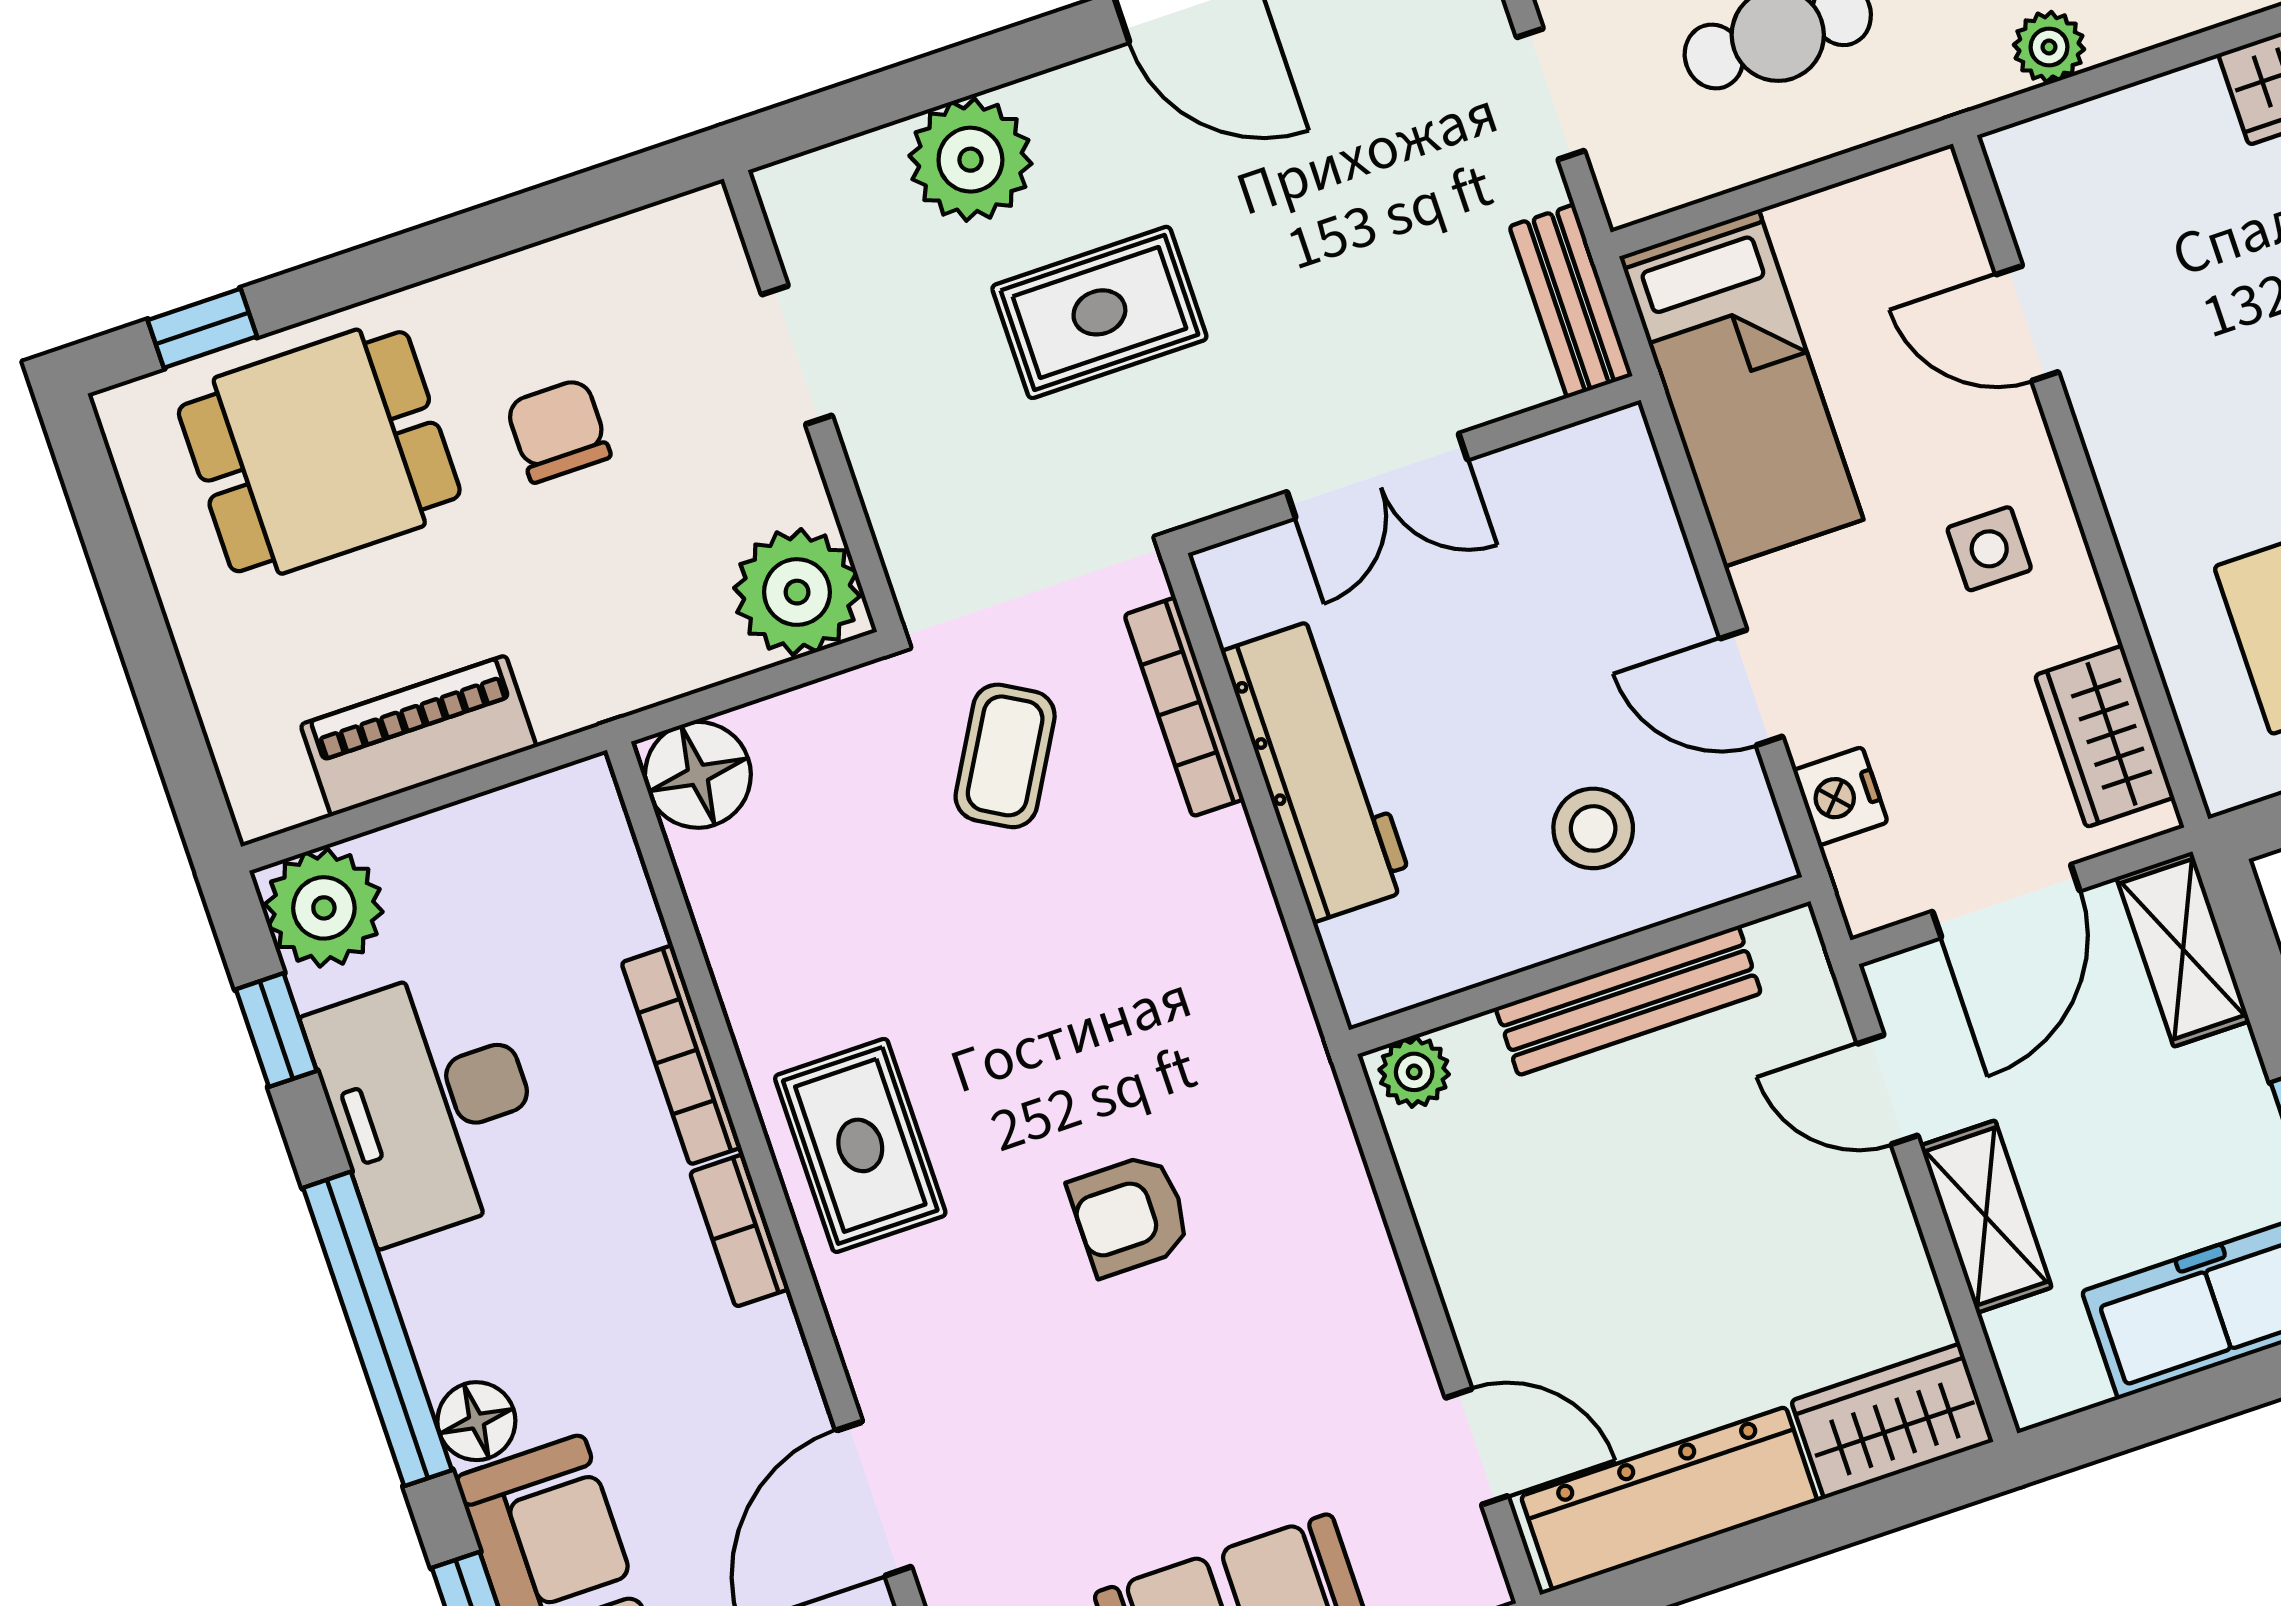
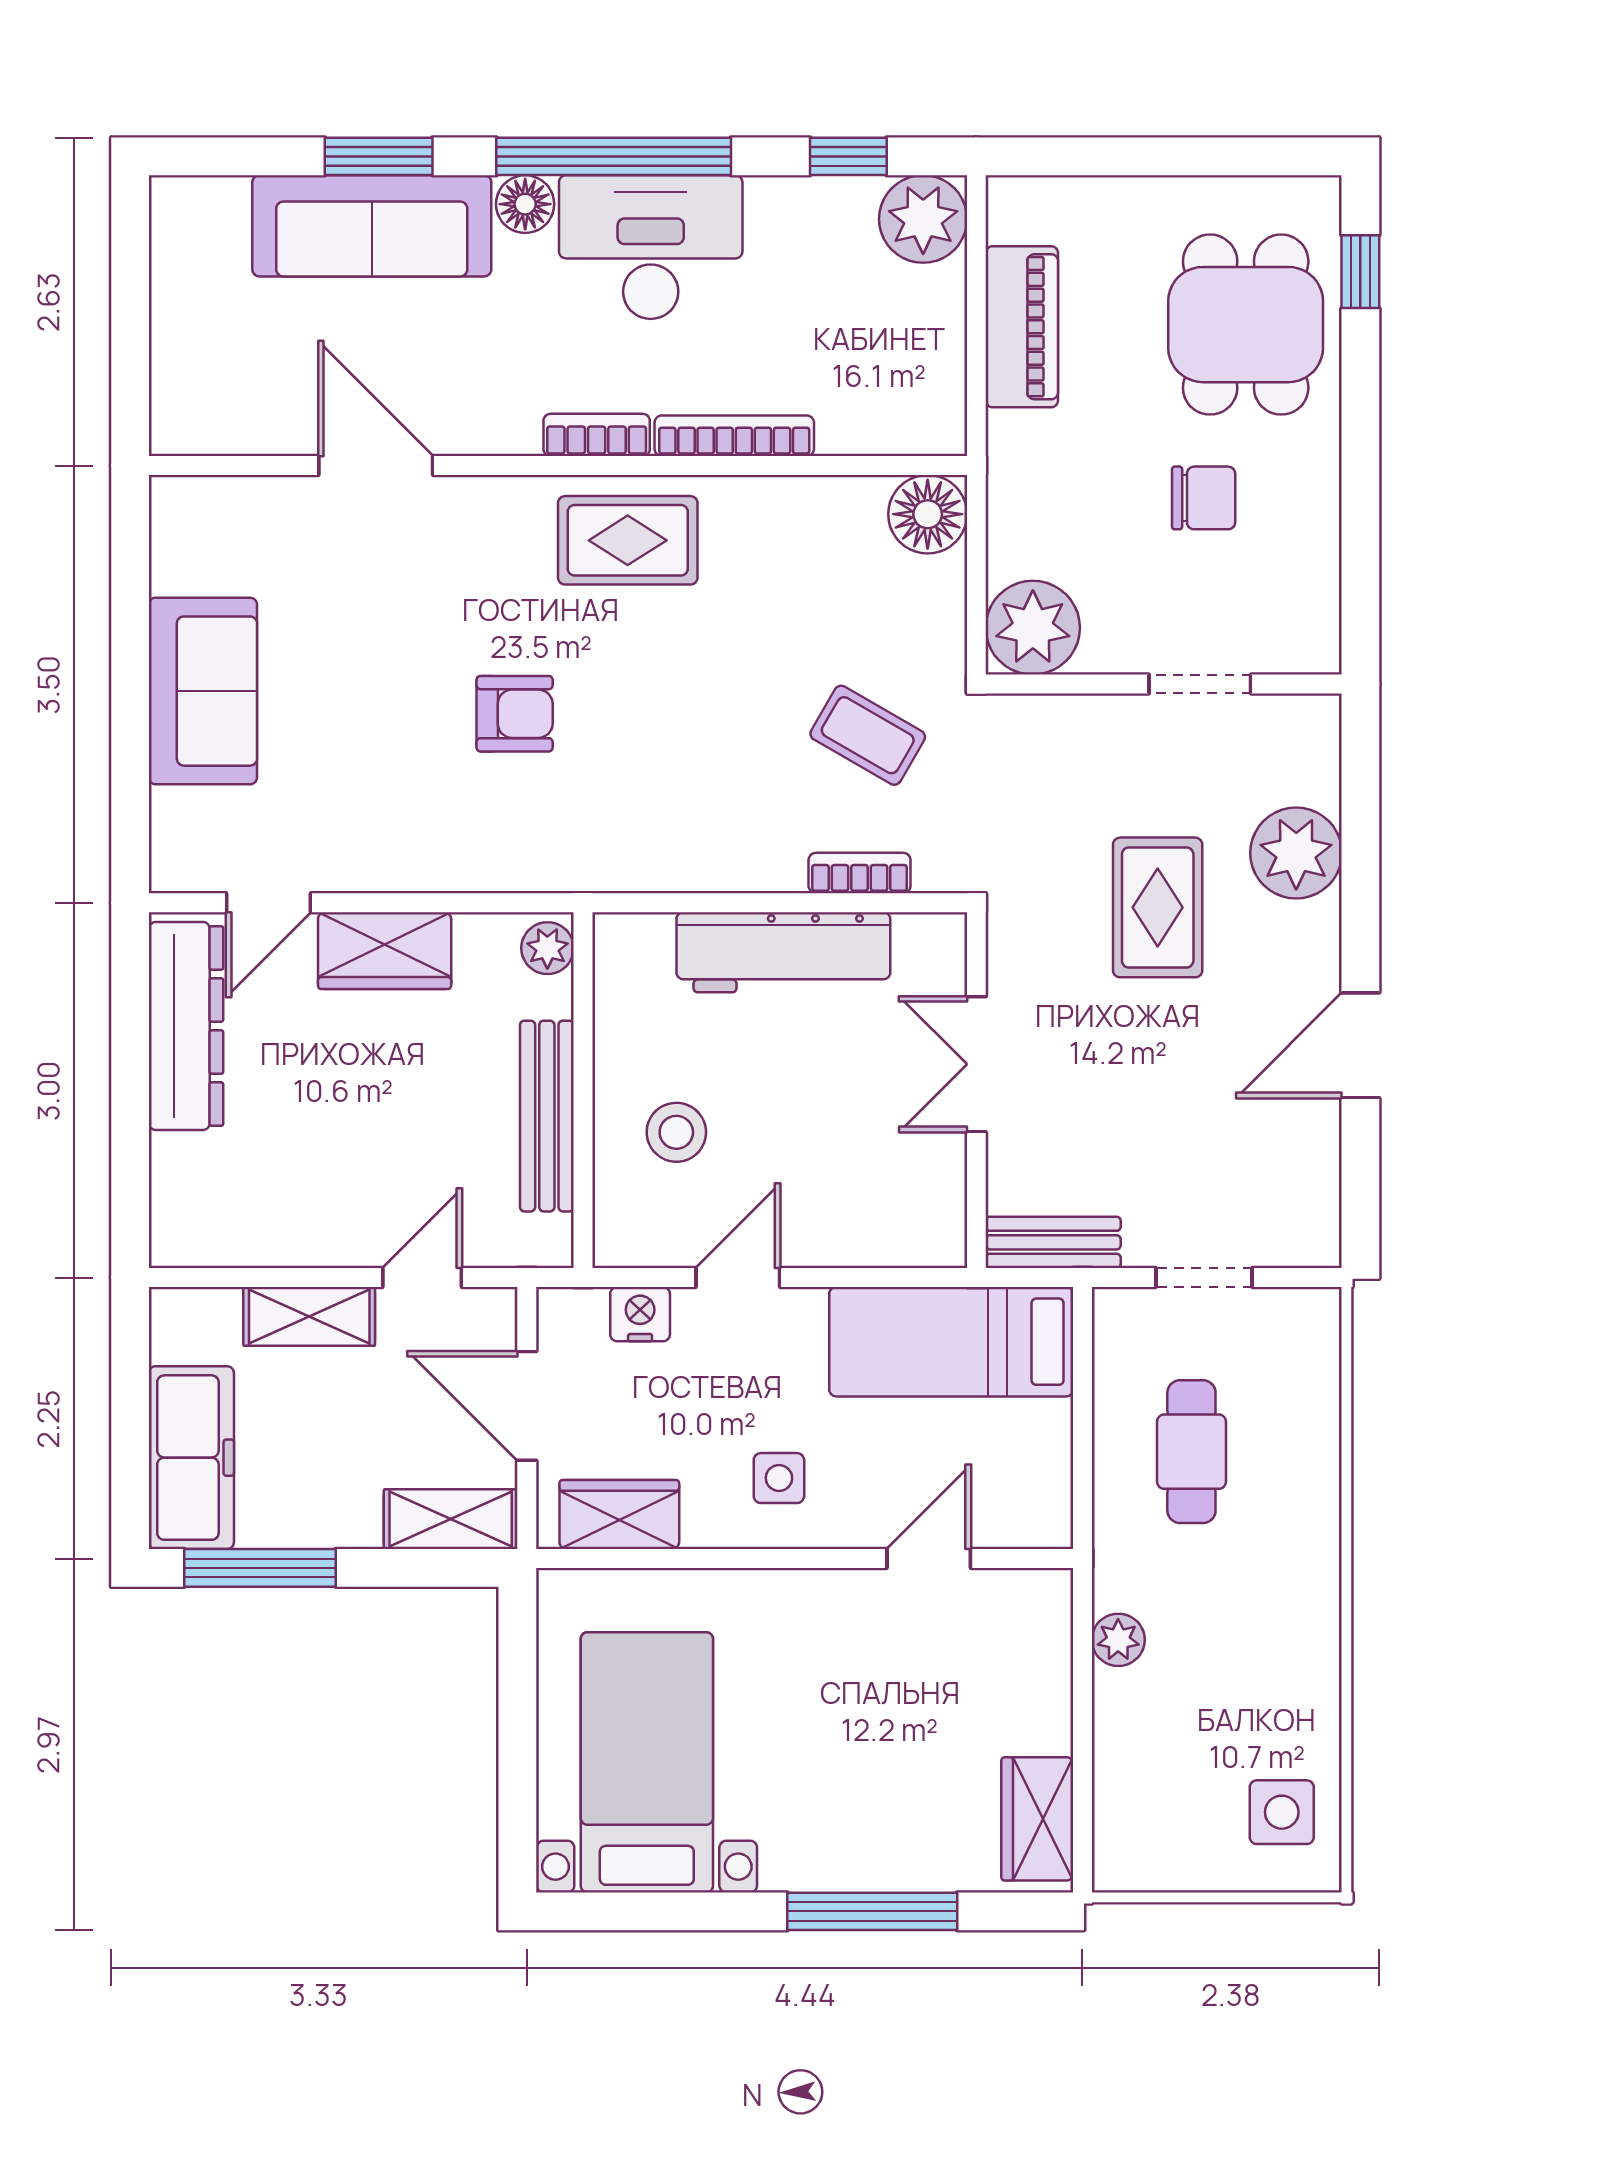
bookcase: (1184, 707) -> (860, 873), width x0.64
desk: (430, 1103) -> (651, 247), moved
armchair: (1130, 1215) -> (515, 714), turned 90
wardrobe: (1892, 1421) -> (385, 951), moved, turned 90

